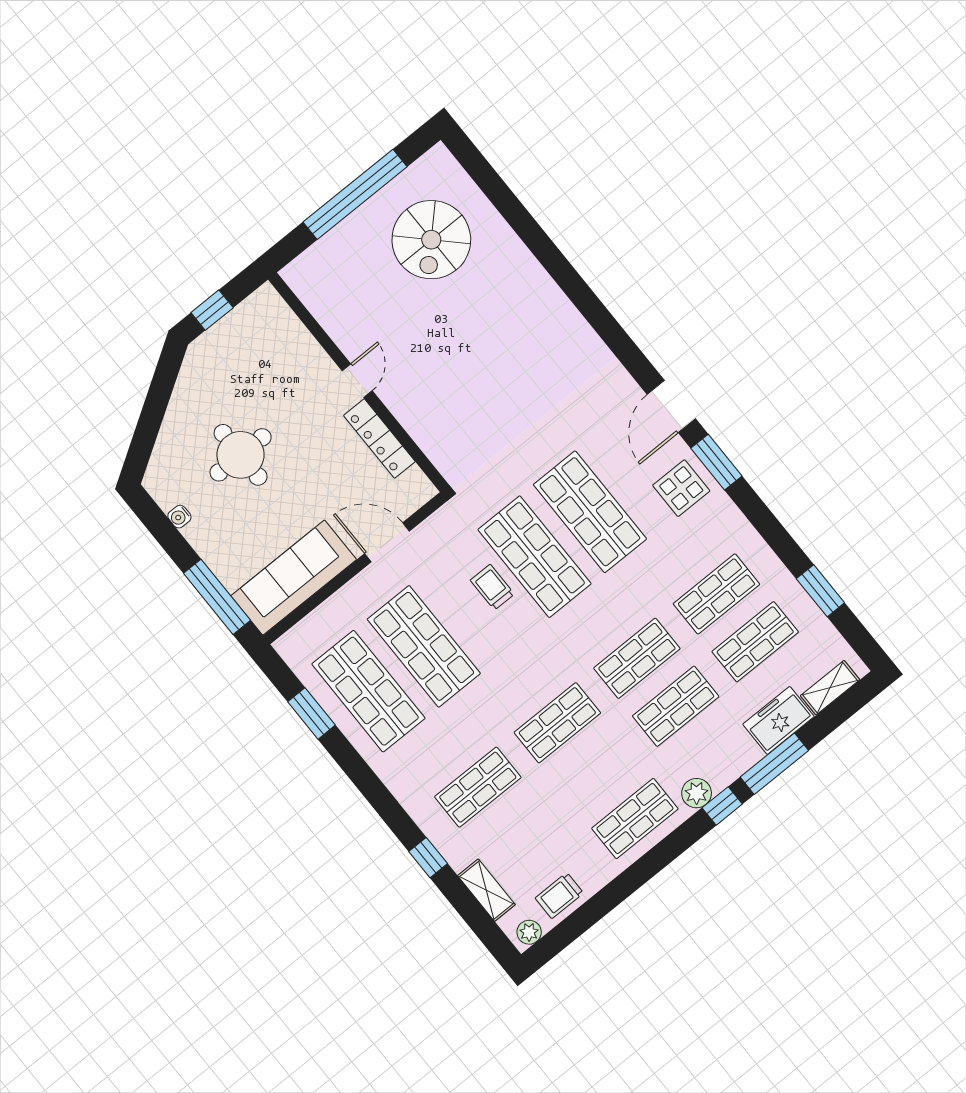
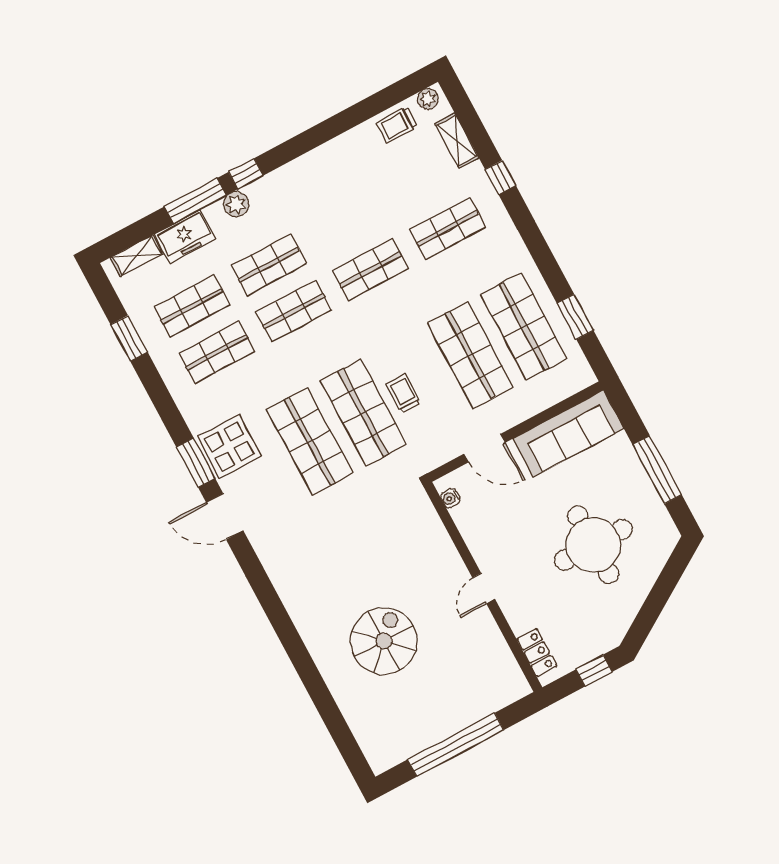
spiral stairs: (431, 240) -> (384, 641), moved
door: (671, 407) -> (225, 516), swing flipped
locker: (379, 438) -> (537, 653), moved, width x0.66
round table: (241, 455) -> (593, 545), width x1.36, depth x1.36
display table: (681, 488) -> (229, 447), width x1.36, depth x1.36
water cooler: (179, 517) -> (450, 498), moved, turned 180
trolley: (492, 587) -> (404, 394), turned 180
window: (217, 597) -> (657, 470), moved
plant: (697, 793) -> (236, 204), moved
shop shelf: (635, 819) -> (321, 177), removed
trolley: (559, 896) -> (397, 125), turned 180

